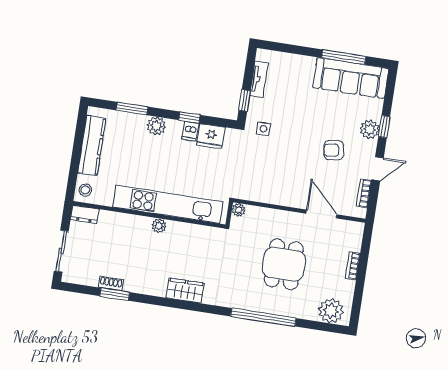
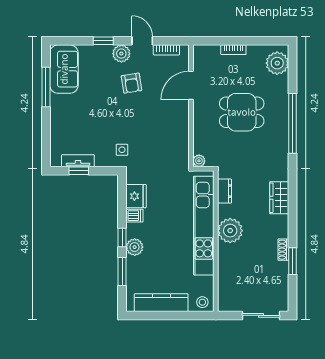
sofa: (351, 78) -> (64, 69), width x0.73
window: (244, 100) -> (79, 171), moved
window: (189, 117) -> (122, 237), moved
plant: (370, 129) -> (121, 54), moved
dresser: (85, 214) -> (225, 191), moved
plant: (159, 226) -> (230, 231), width x1.88, depth x1.88
shoe rack: (111, 284) -> (283, 250), moved

